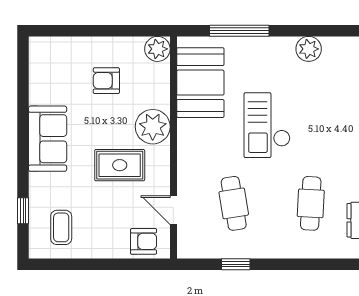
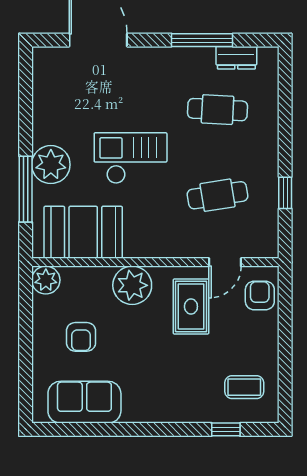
plant: (309, 49) -> (51, 165), moved, width x1.36, depth x1.36
checkout: (267, 125) -> (131, 158), turned 180
sofa: (48, 139) -> (84, 402), moved
rug: (120, 165) -> (191, 307), moved

